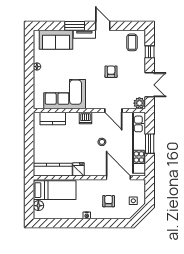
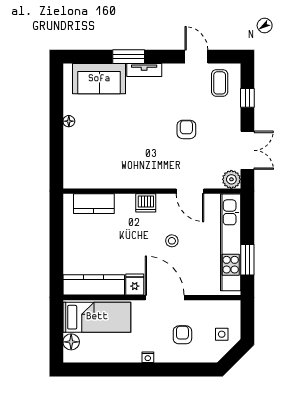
door: (103, 26) -> (196, 57), moved
corner sofa: (65, 94) -> (113, 165), removed
window: (150, 144) -> (247, 260), moved
door: (118, 178) -> (165, 298), moved

